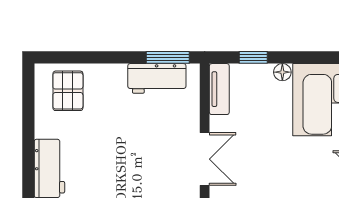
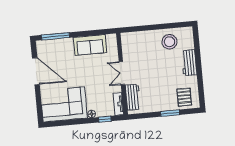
window: (168, 57) -> (170, 113), moved
workbench: (157, 78) -> (133, 97), moved, turned 90

